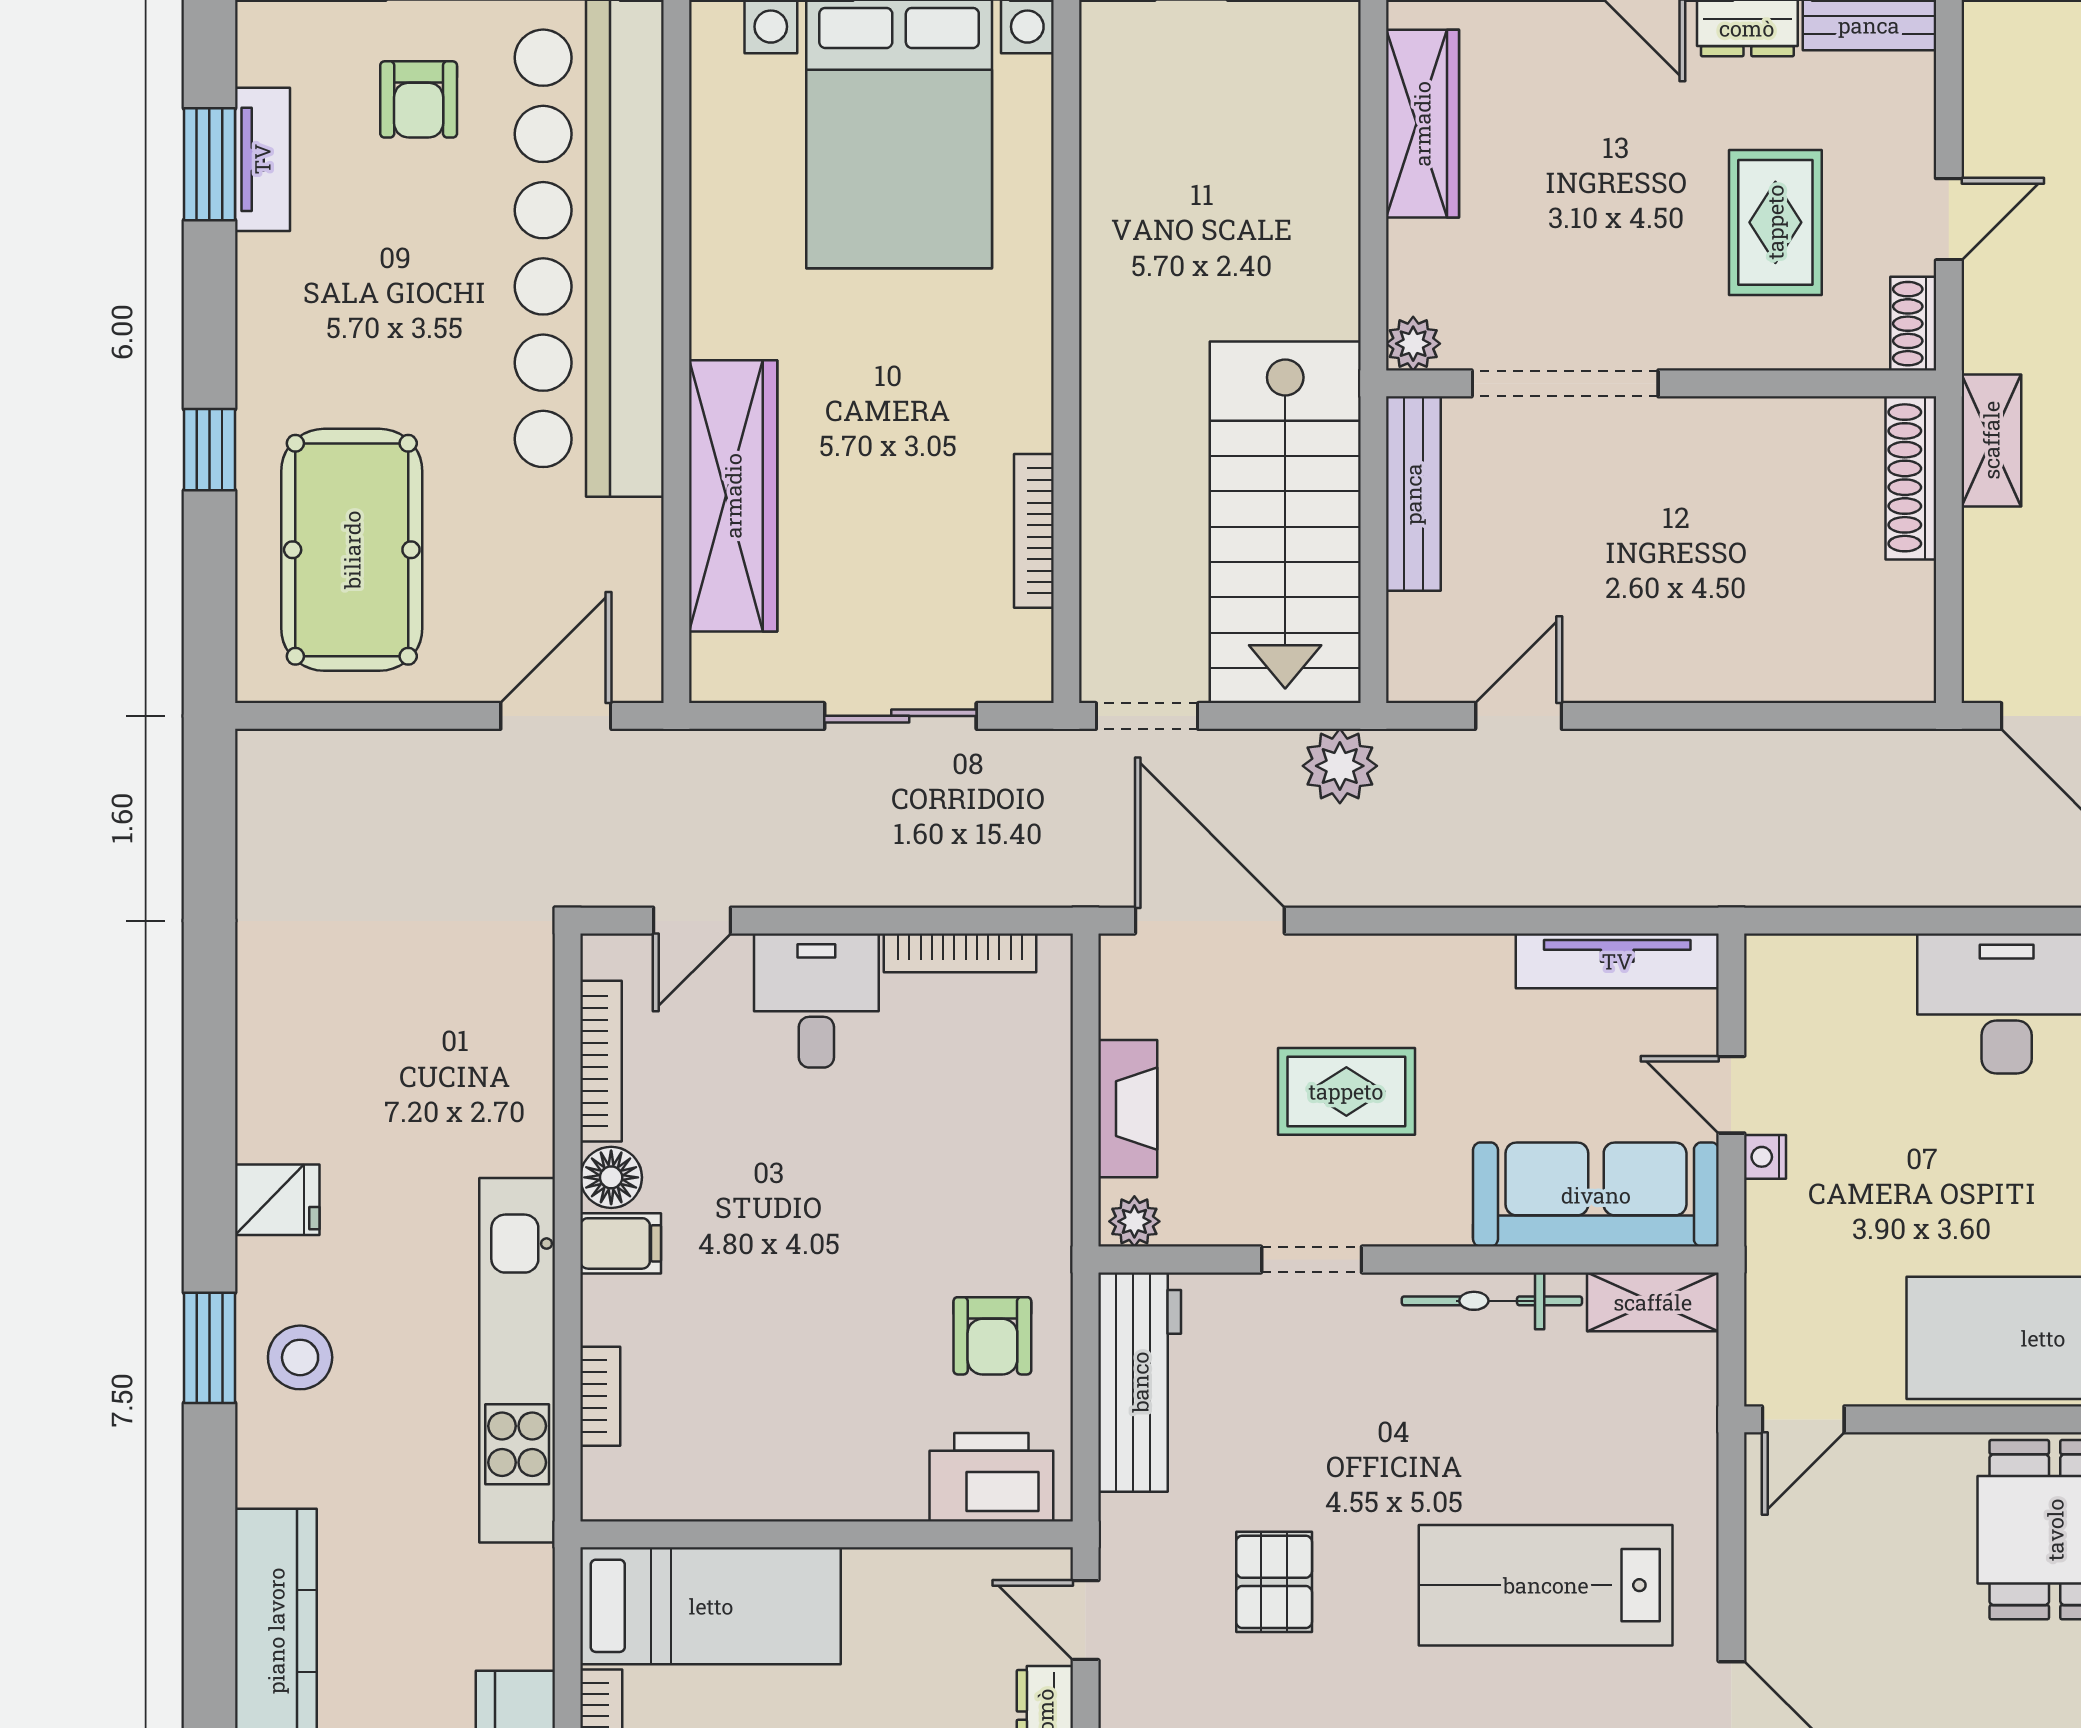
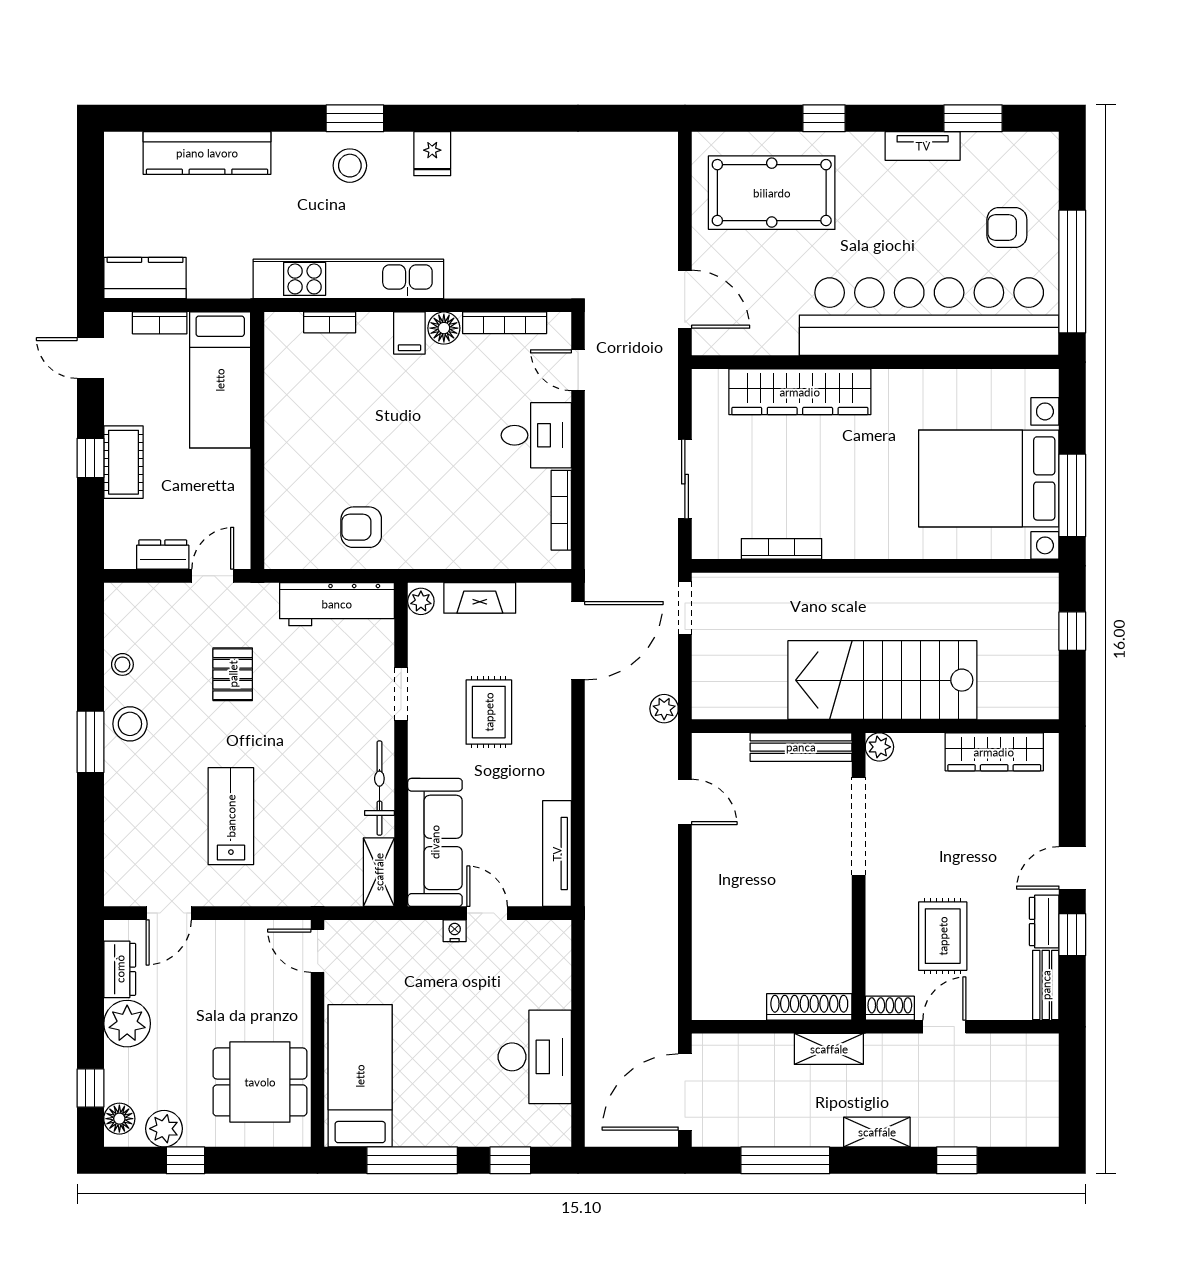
tv unit: (262, 159) -> (923, 146), moved
door: (1949, 219) -> (944, 1027), swing flipped
rug: (1775, 222) -> (943, 936), turned 90
stairs: (1285, 522) -> (882, 680), moved
plant: (1340, 766) -> (664, 709), width x0.73, depth x0.73
door: (1731, 1095) -> (487, 913), hinge flipped
printer: (991, 1477) -> (287, 527), removed
pallet: (1274, 1582) -> (233, 674), turned 90
lab bench: (1546, 1585) -> (231, 816), width x0.73, depth x0.72

